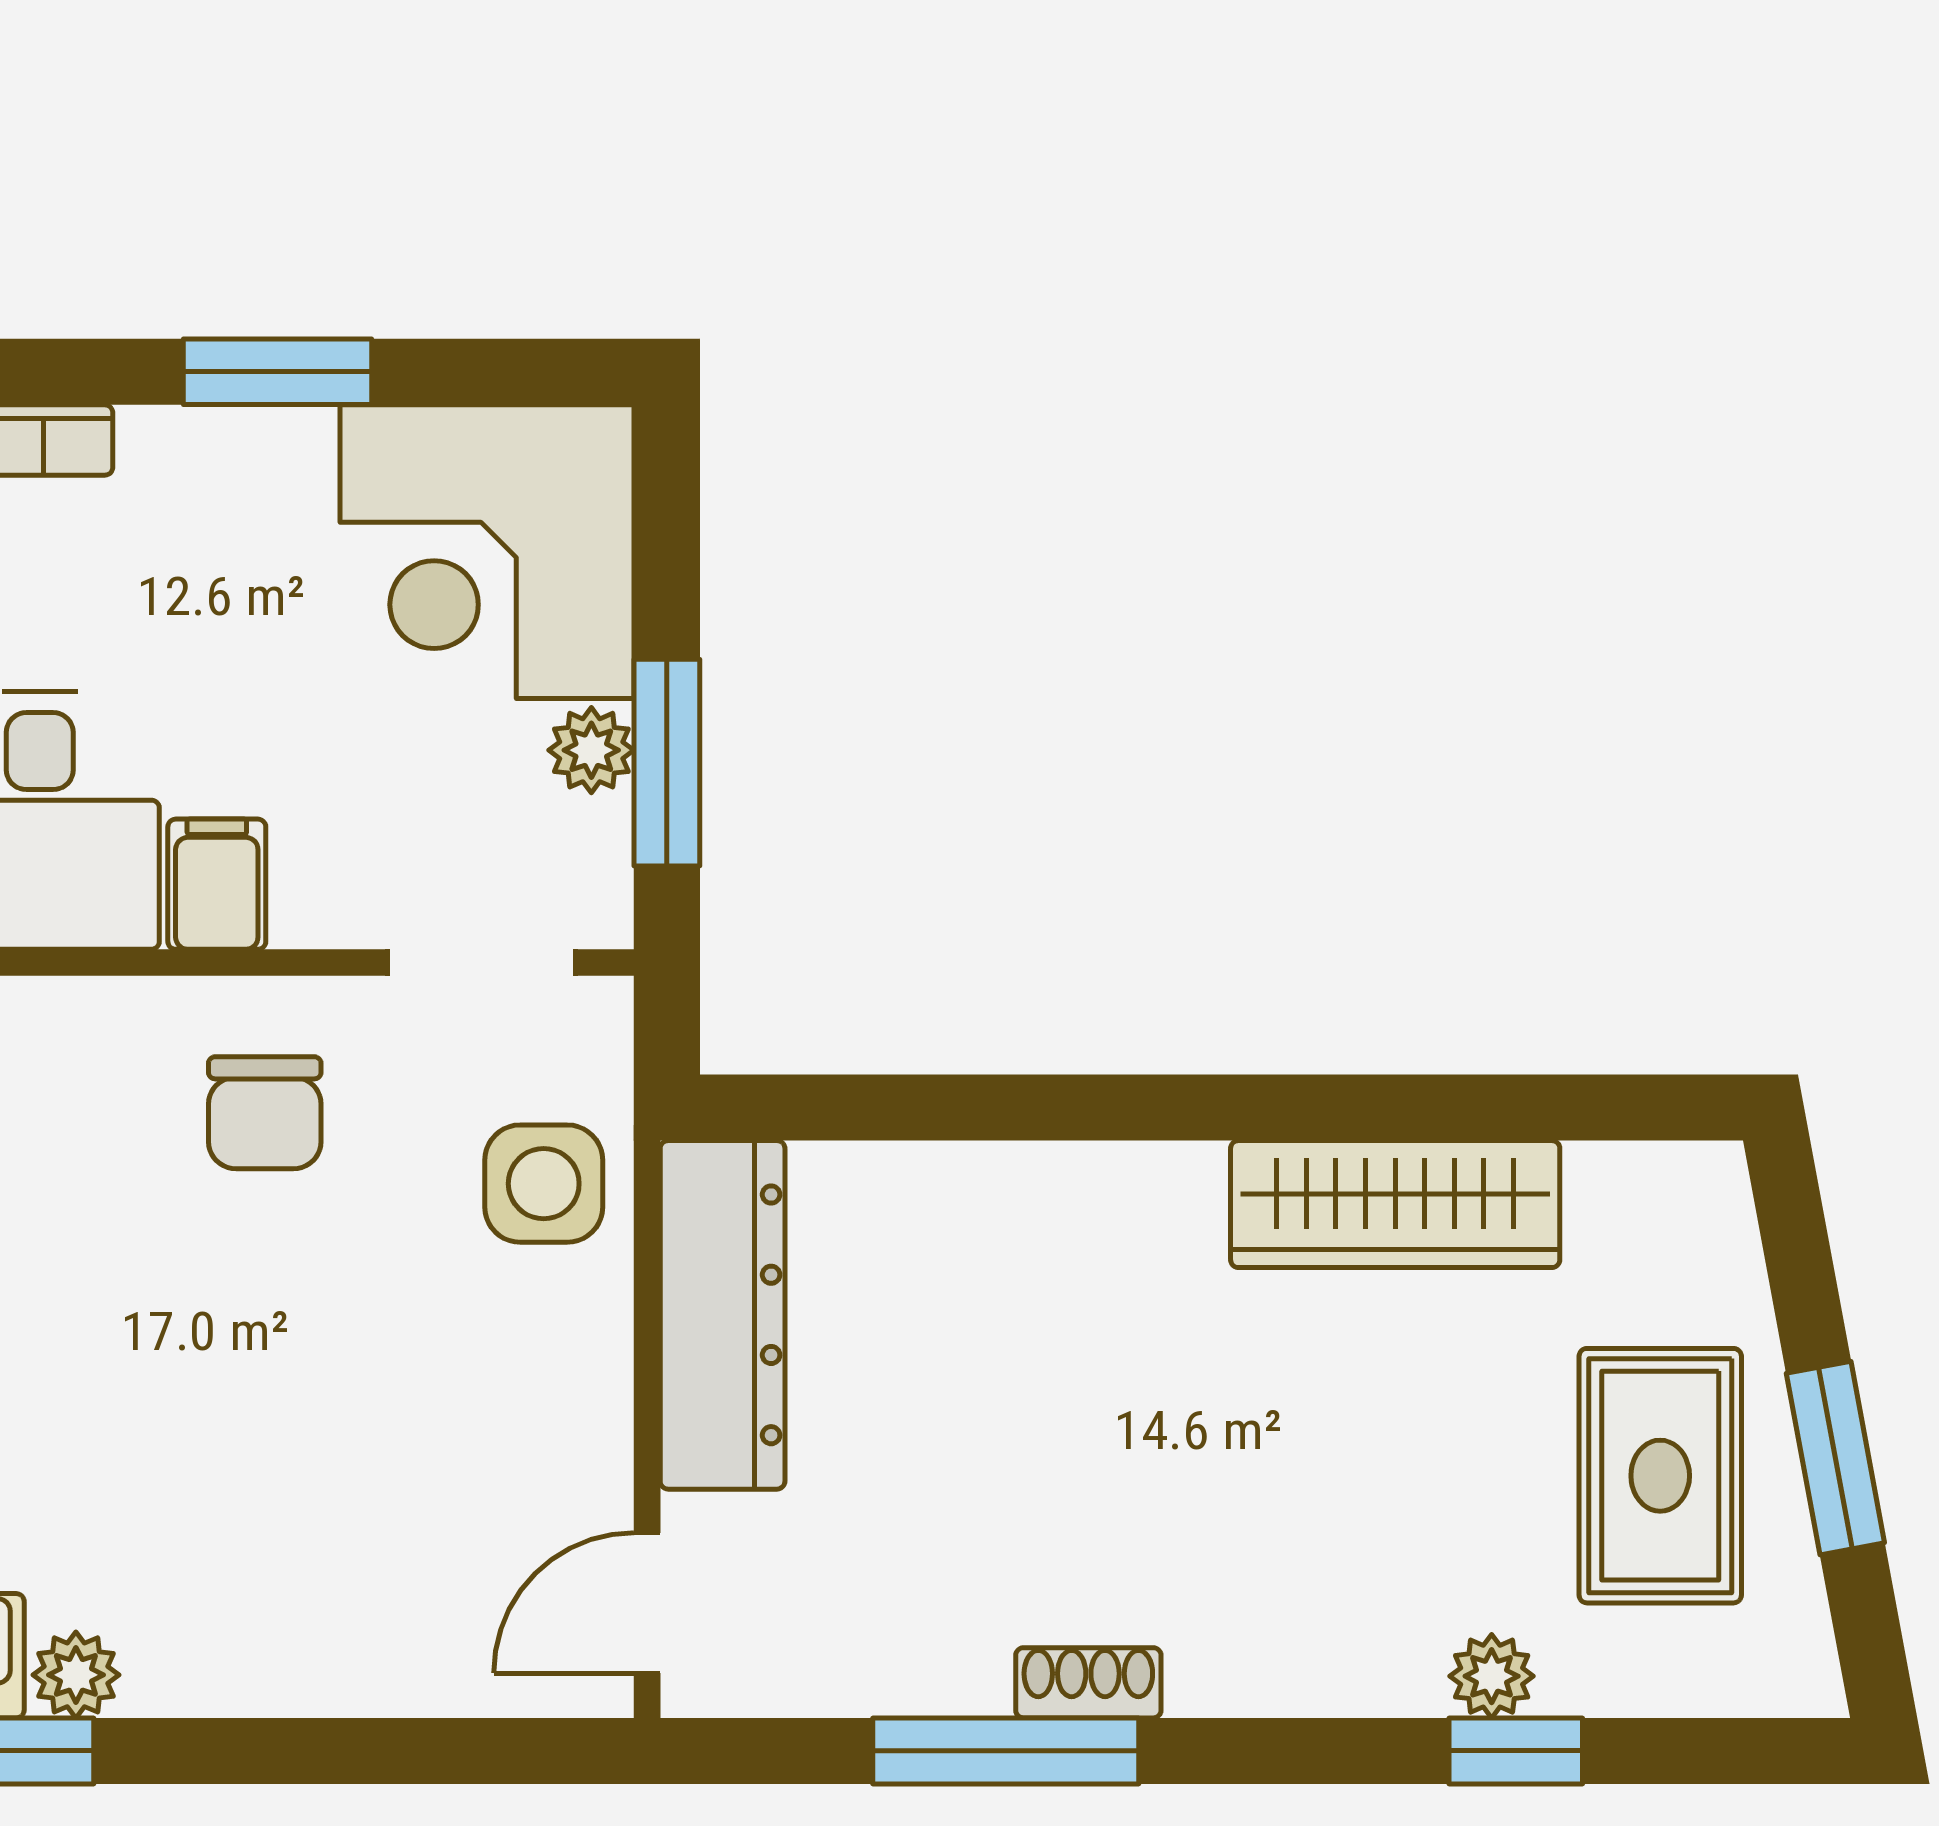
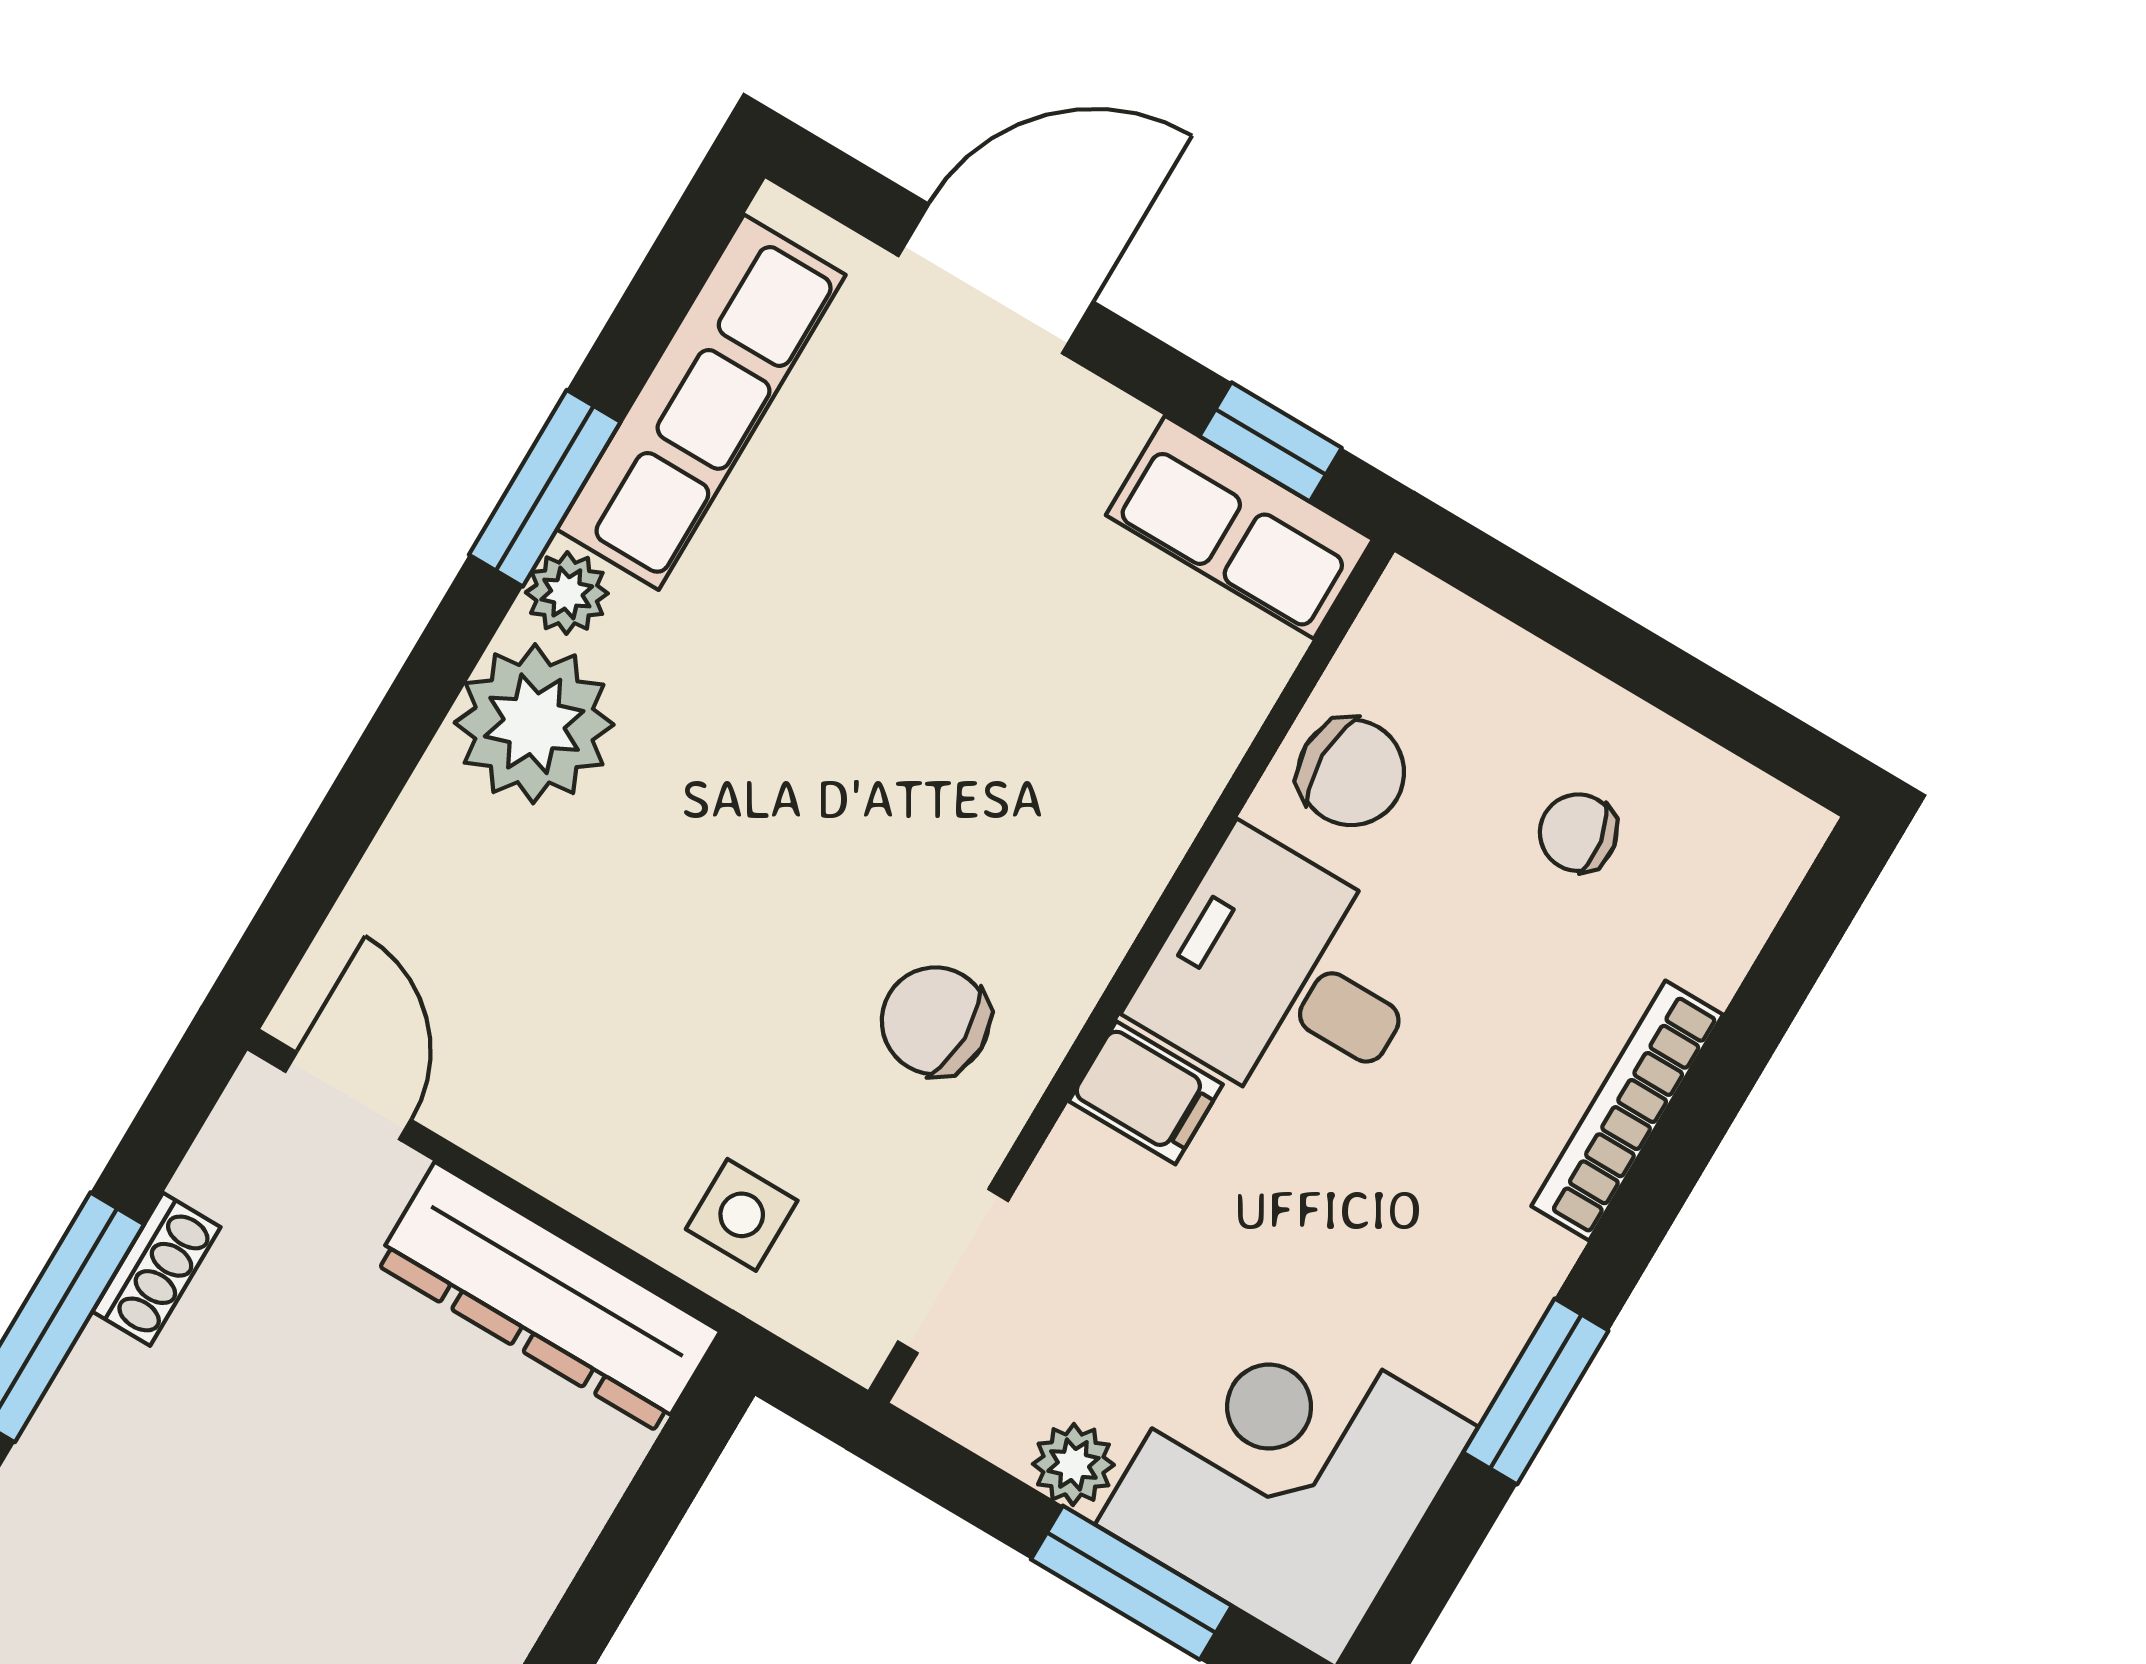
window: (667, 763) -> (1131, 1583), moved
side table: (544, 1184) -> (742, 1215), width x0.73, depth x0.73
plant: (212, 1634) -> (534, 724), added
shoe rack: (1088, 1683) -> (157, 1269), moved

